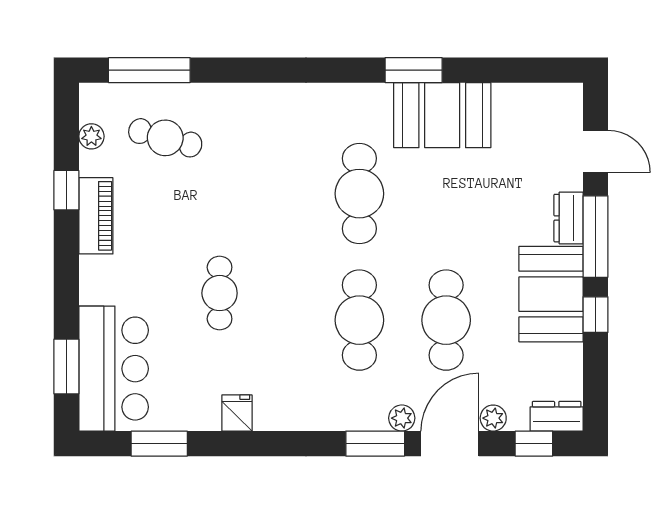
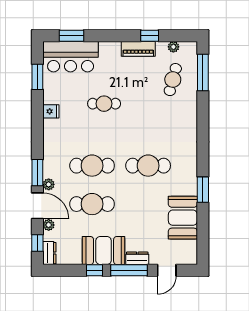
booth: (442, 115) -> (183, 218), moved

